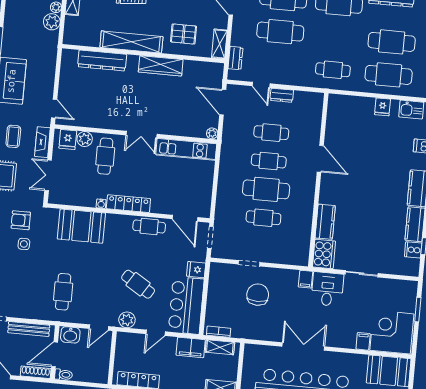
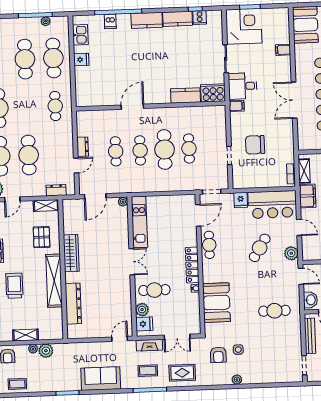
corner desk: (392, 332) -> (244, 26), moved, turned 180

